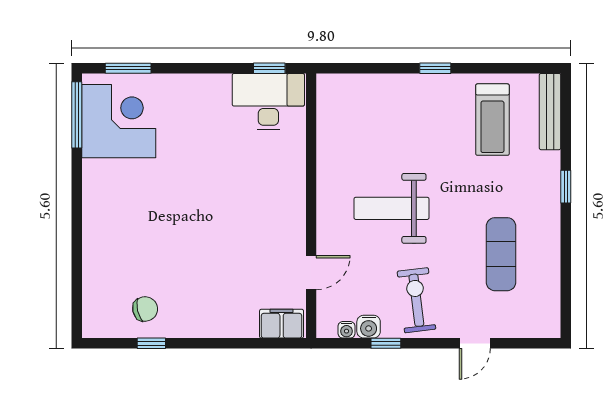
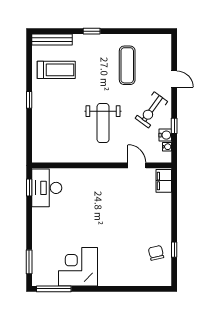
corner desk: (119, 121) -> (78, 267), moved
exercise mat: (501, 254) -> (127, 65), turned 90
exercise bike: (416, 300) -> (151, 110), turned -47

